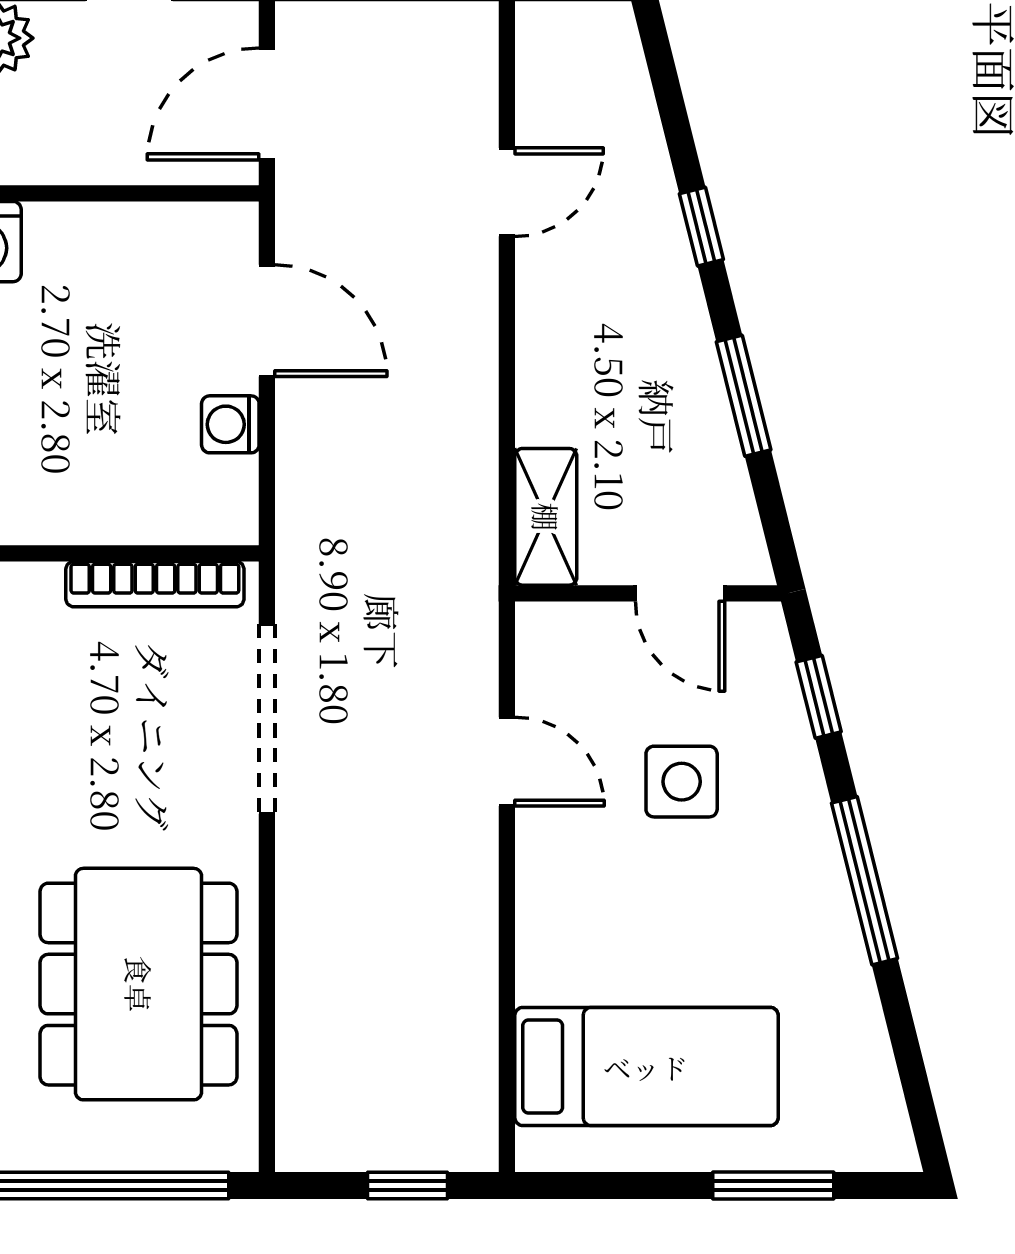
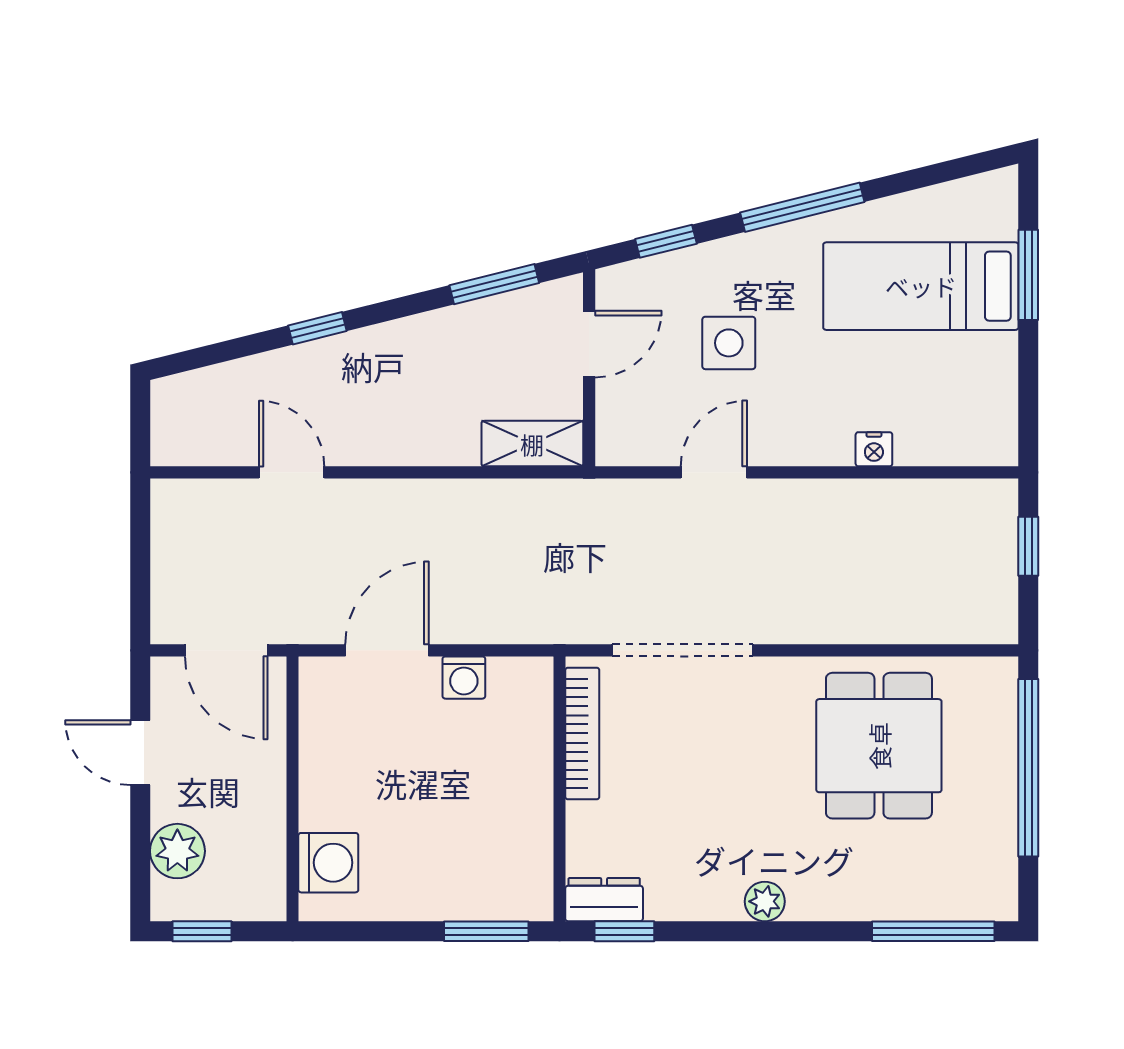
window: (744, 396) -> (494, 284), moved
nightstand: (538, 977) -> (874, 449), added
dining table: (139, 984) -> (879, 746), width x0.73
bed: (646, 1067) -> (921, 286), moved, turned -90

